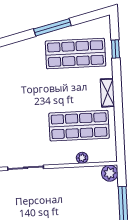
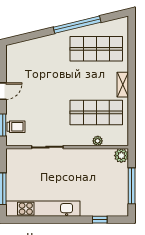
window: (52, 27) -> (77, 25), width x1.46
window: (115, 49) -> (132, 46), removed

